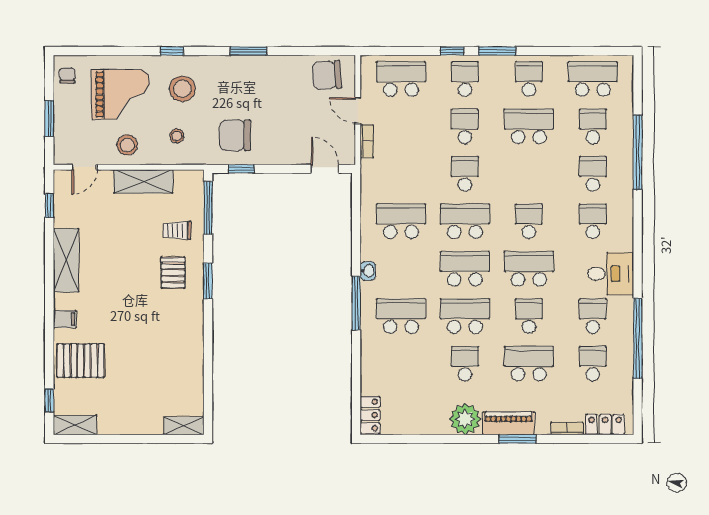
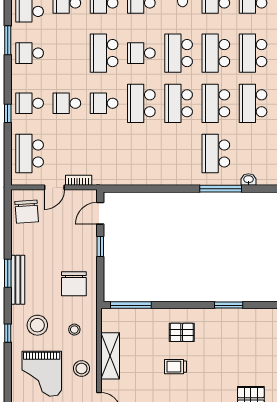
window: (497, 51) -> (8, 40), moved
bench: (240, 64) -> (18, 280), added
grand piano: (120, 94) -> (42, 374), turned 180
school desk: (529, 126) -> (104, 53), moved
window: (241, 169) -> (100, 247), moved
school desk: (401, 221) -> (141, 154), removed
trolley: (177, 230) -> (175, 367), moved, turned 90
washbasin: (368, 271) -> (248, 180), moved
window: (208, 281) -> (229, 305), moved
window: (356, 303) -> (221, 189), moved
school desk: (529, 316) -> (216, 53), width x1.85
school desk: (465, 364) -> (253, 103), width x1.85

